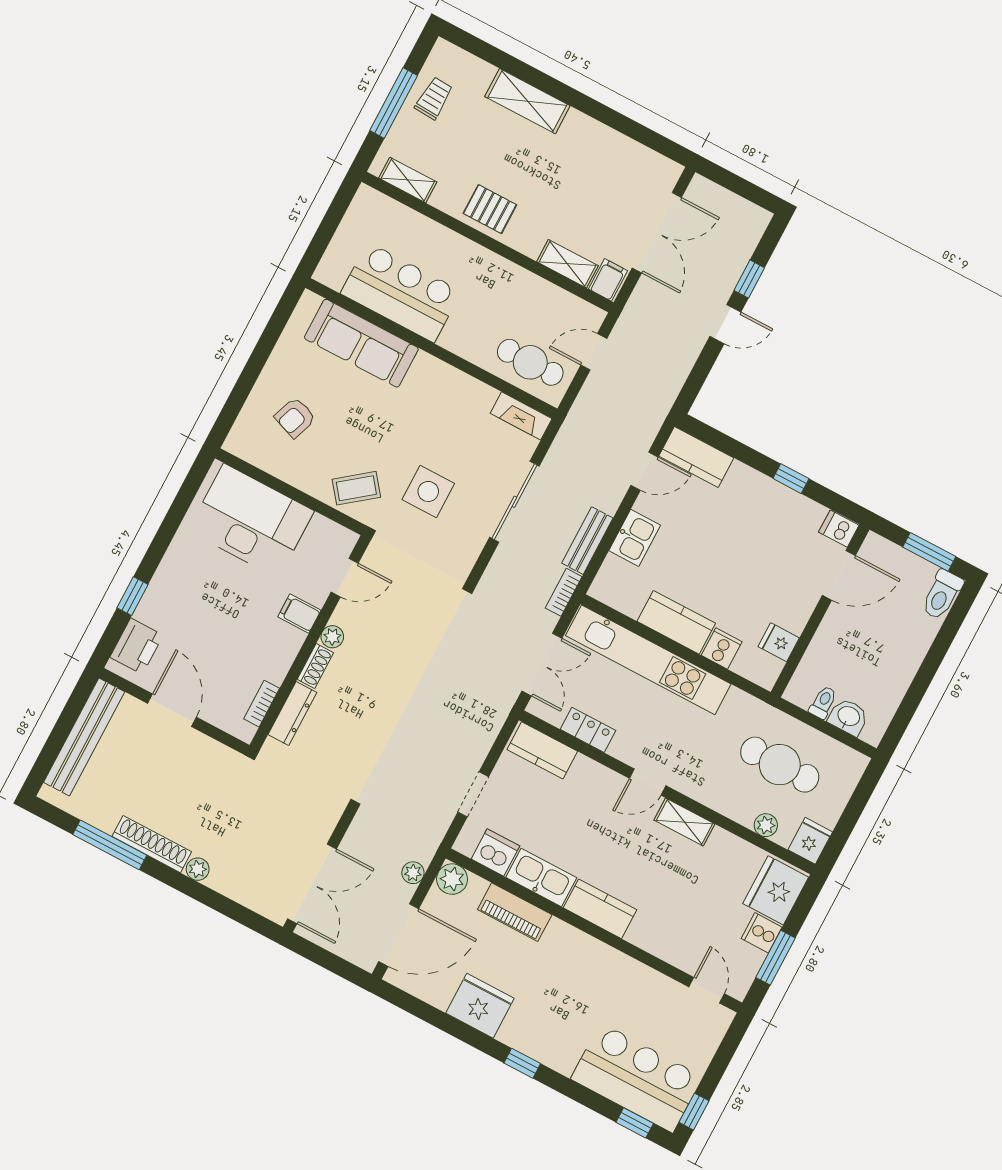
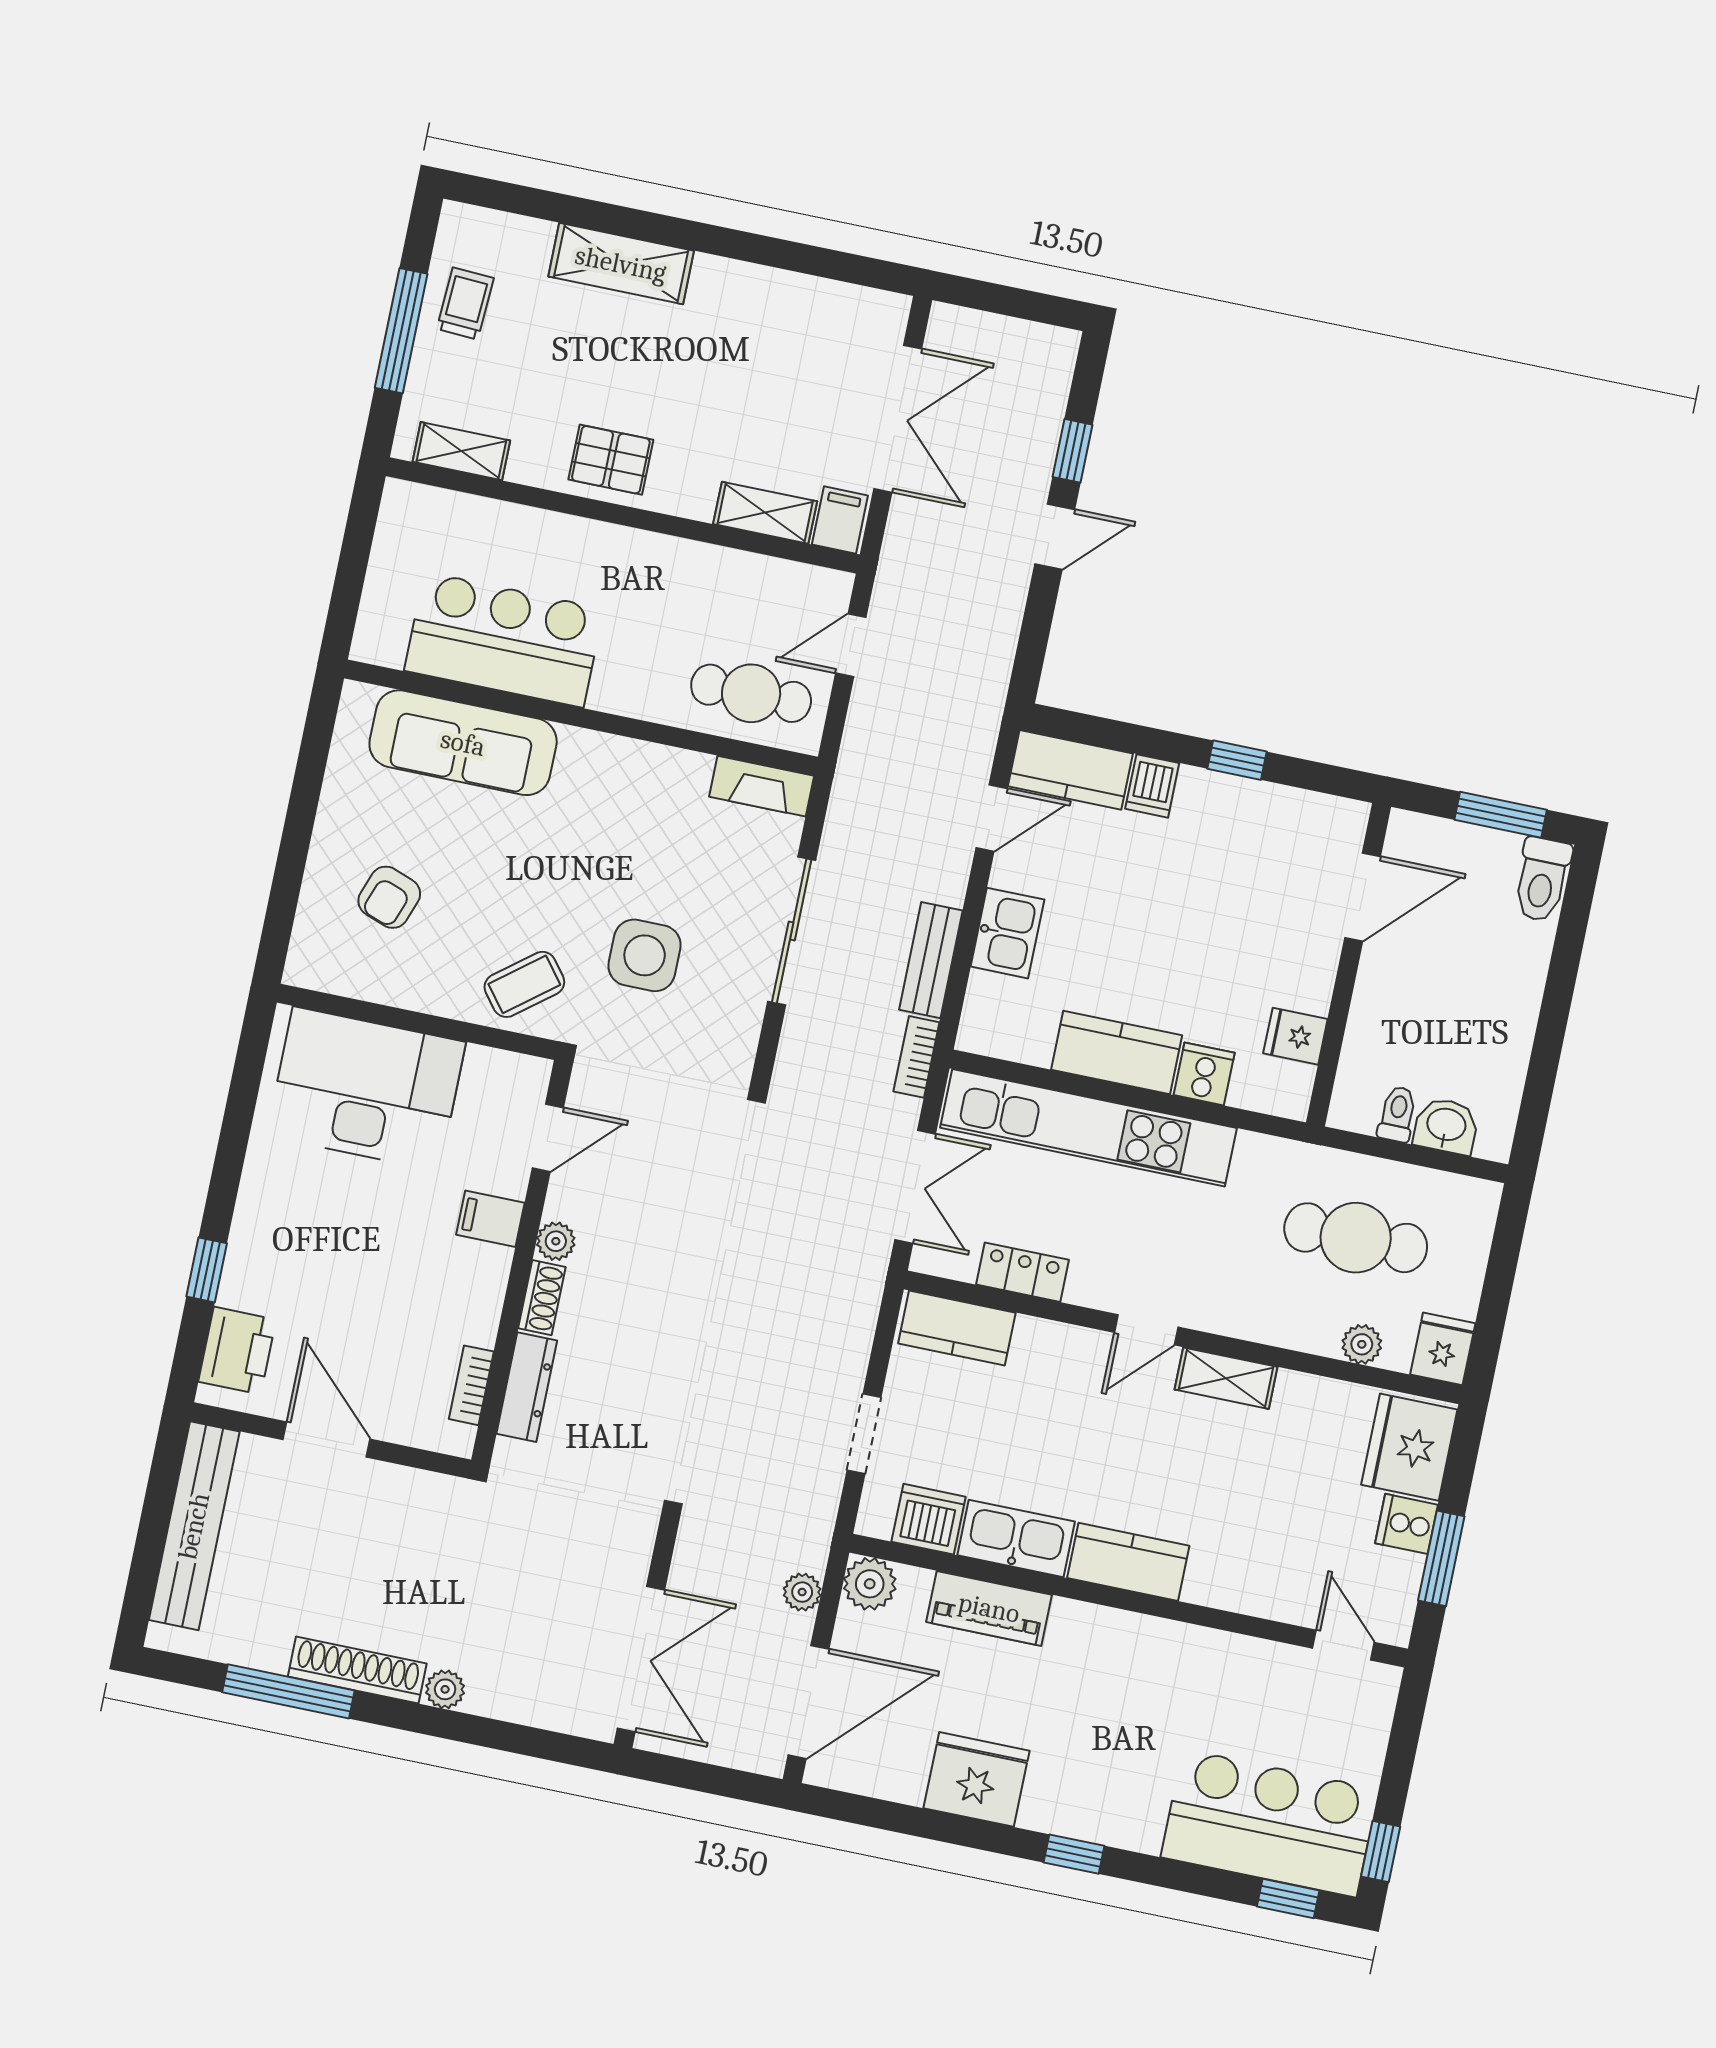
dishwasher: (839, 529) -> (1152, 786), moved, turned -90

